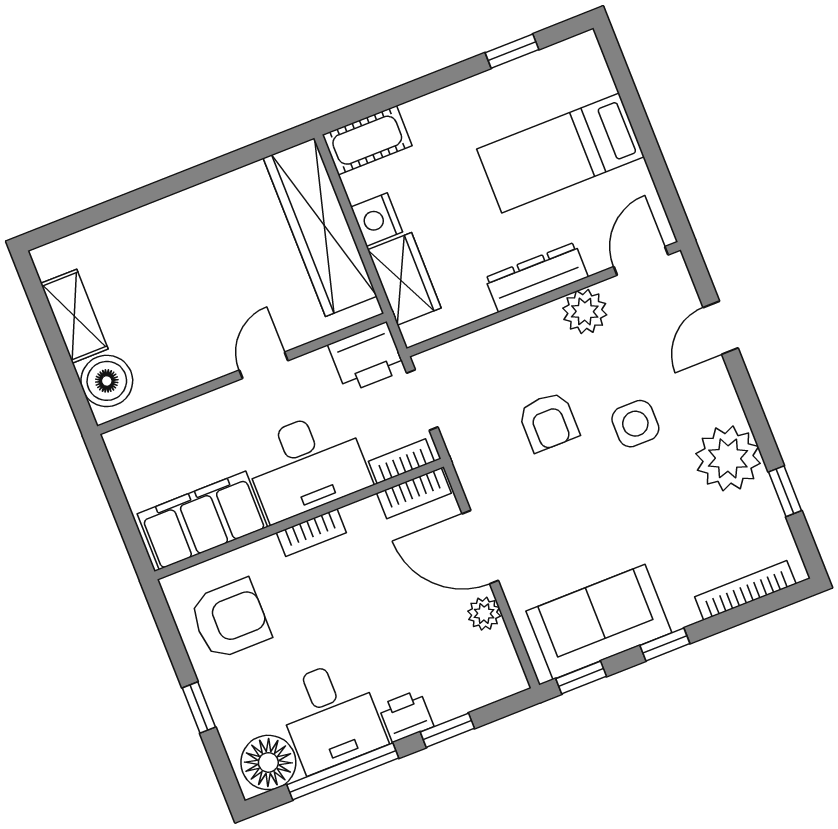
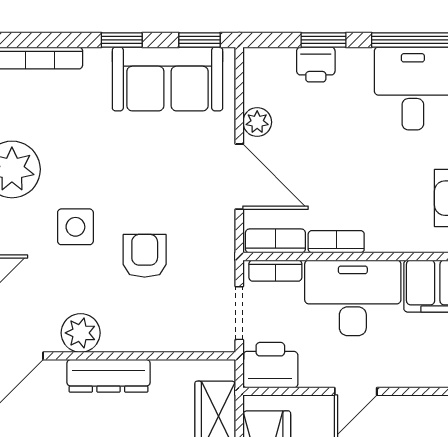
bookcase: (311, 533) -> (336, 242), moved
printer: (406, 716) -> (316, 64), moved

